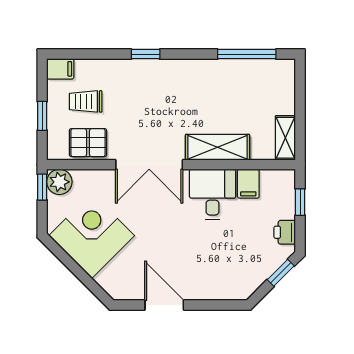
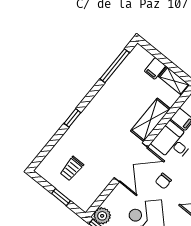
filing cabinet: (60, 69) -> (155, 68), moved, turned 180
pallet: (88, 143) -> (94, 185), removed
chair: (158, 220) -> (163, 181), added

